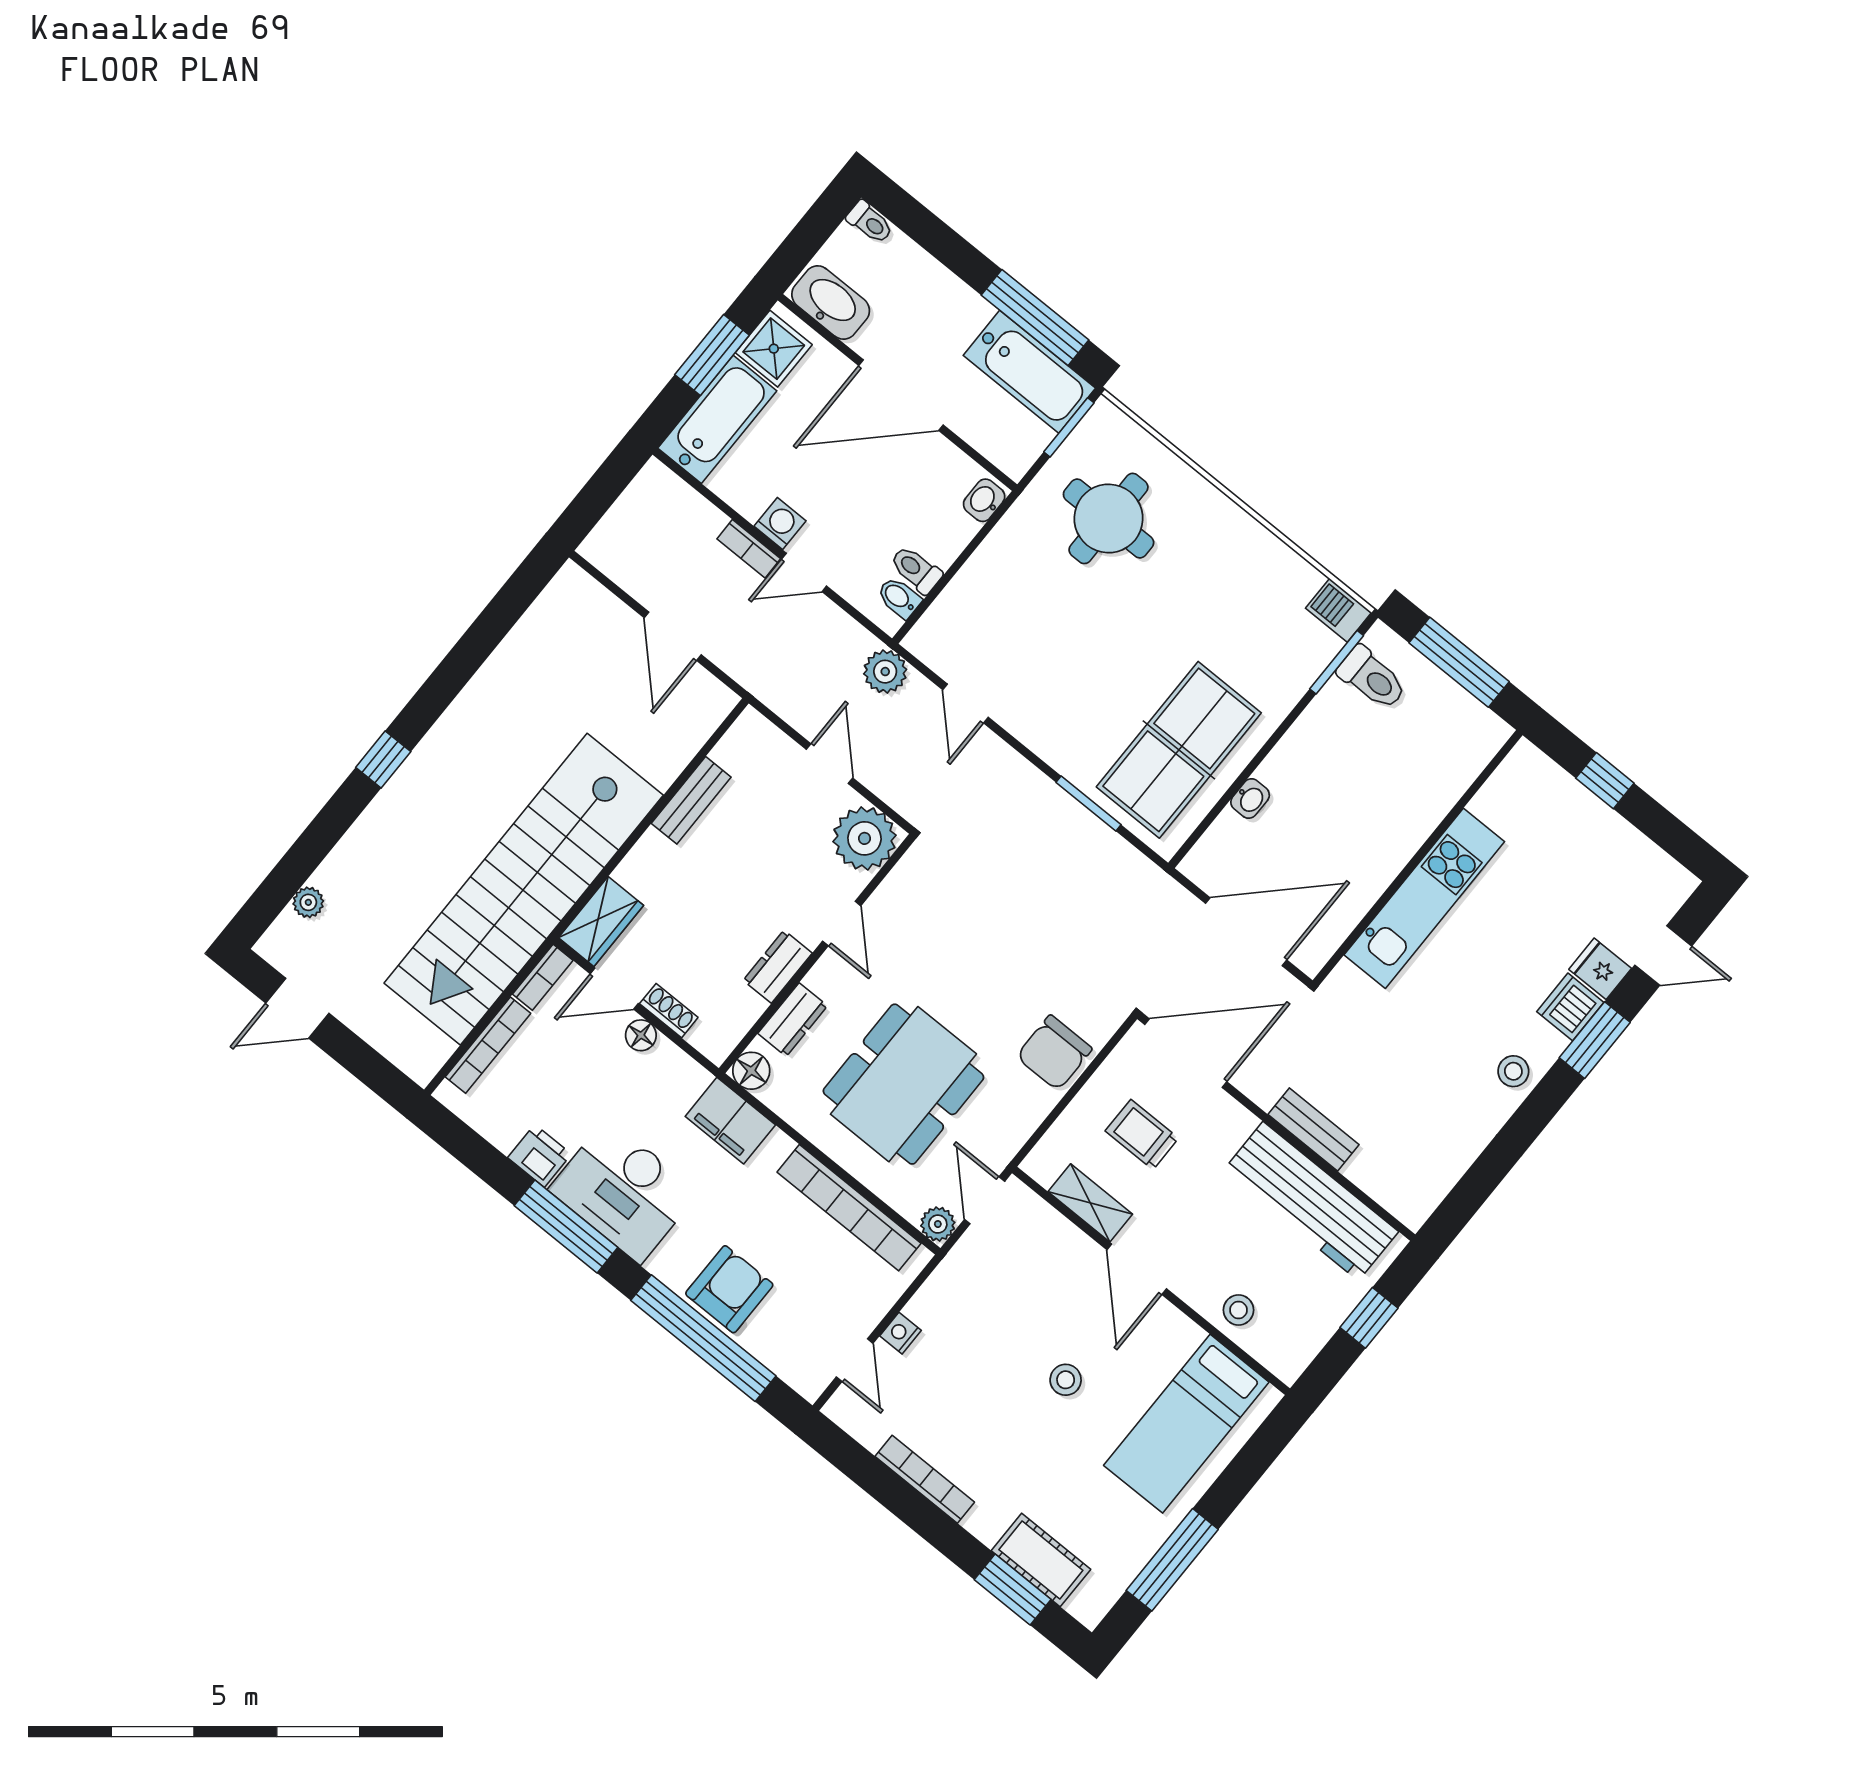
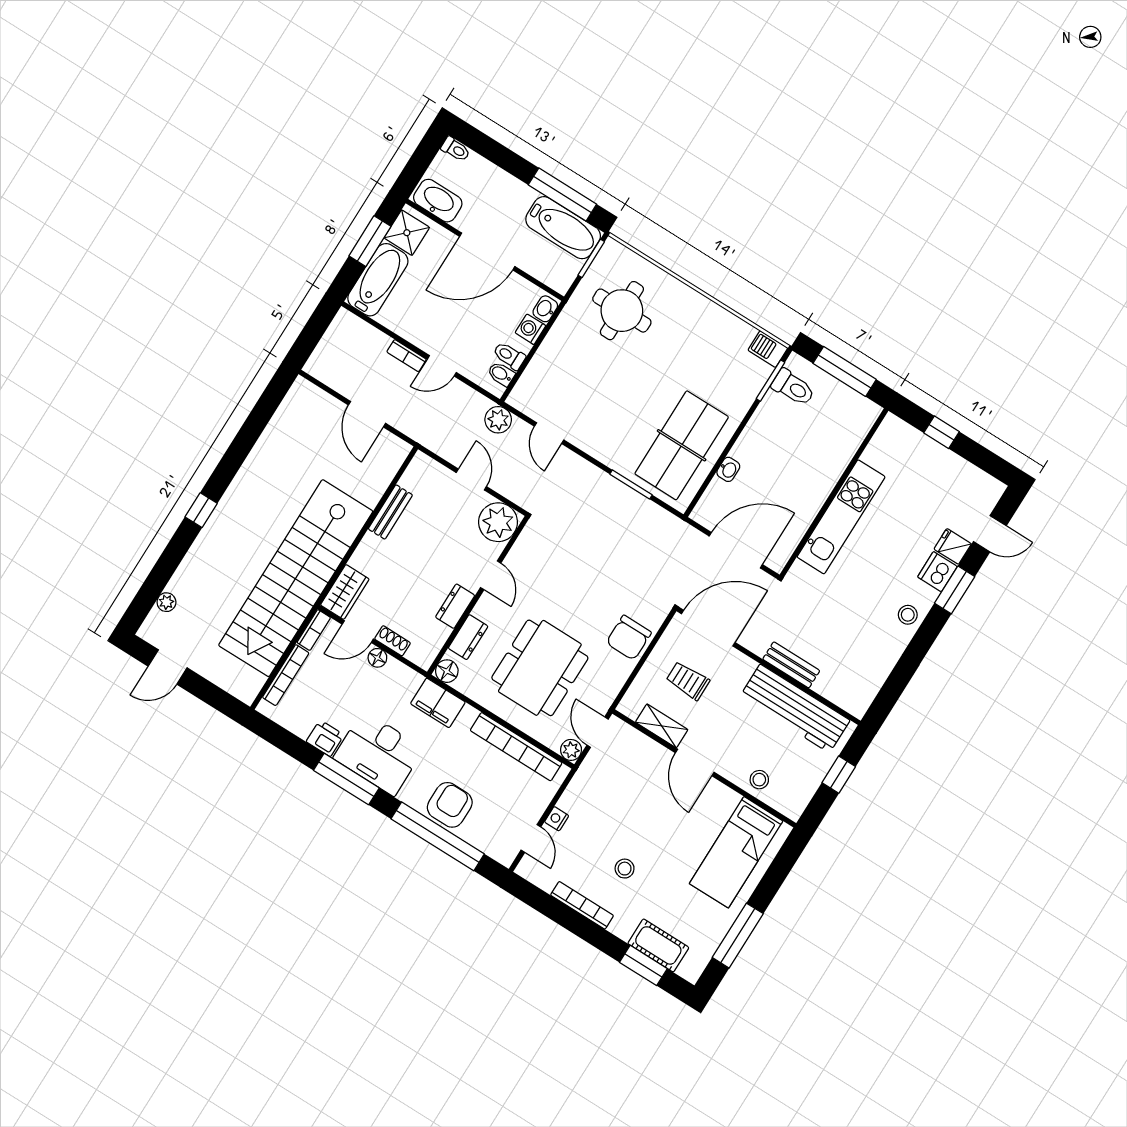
washing machine: (780, 523) -> (530, 329), moved, turned -90
stool: (1066, 1380) -> (625, 869), moved

